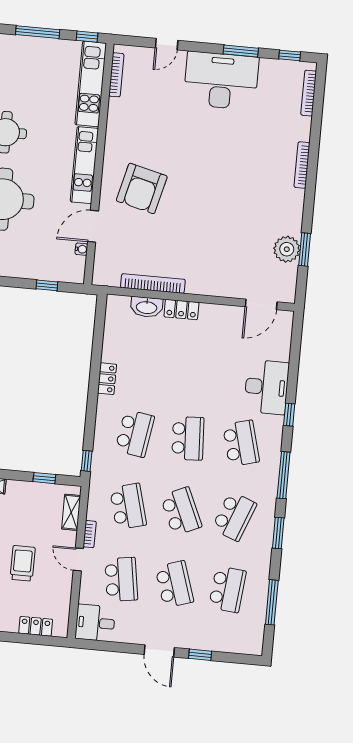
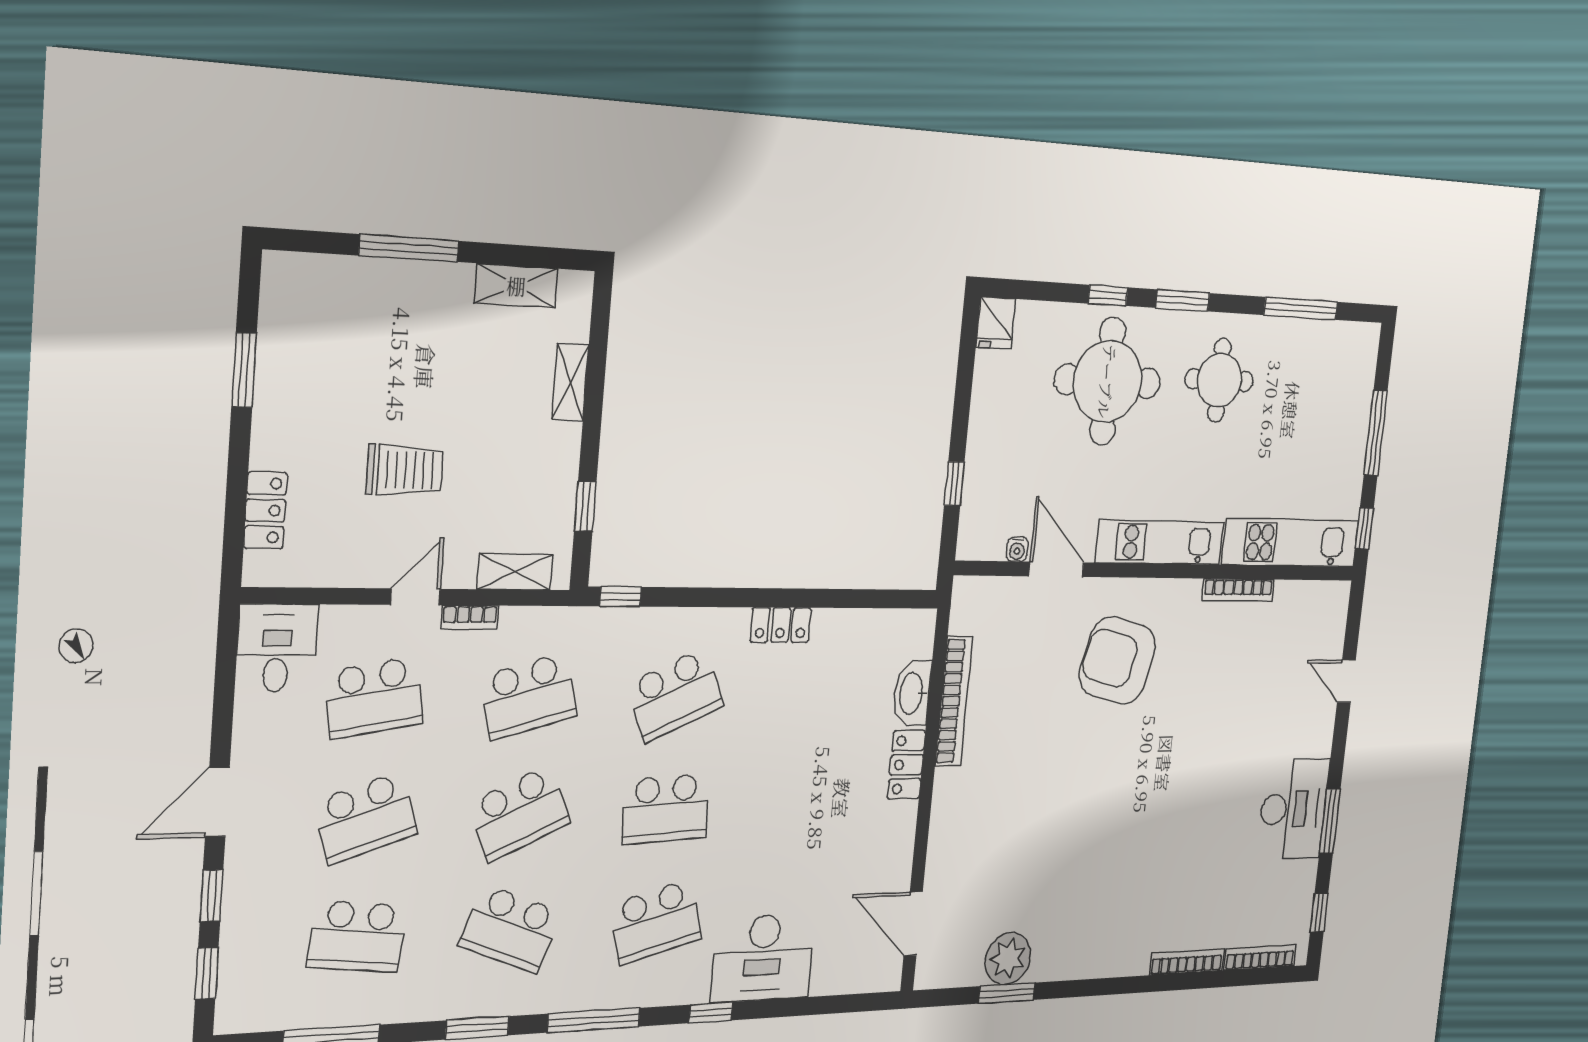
bookcase: (116, 75) -> (1238, 590), moved
desk: (221, 81) -> (1293, 809), width x0.73, depth x0.77
bookcase: (302, 165) -> (1187, 962), moved
school desk: (135, 433) -> (675, 695), turned -33
window: (234, 658) -> (207, 973), added

